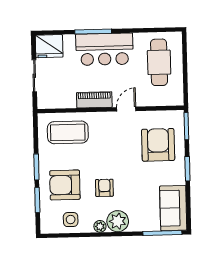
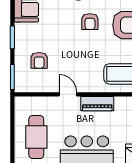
door: (126, 109) -> (68, 94), swing flipped
armchair: (158, 145) -> (39, 60), width x0.53, depth x0.53

